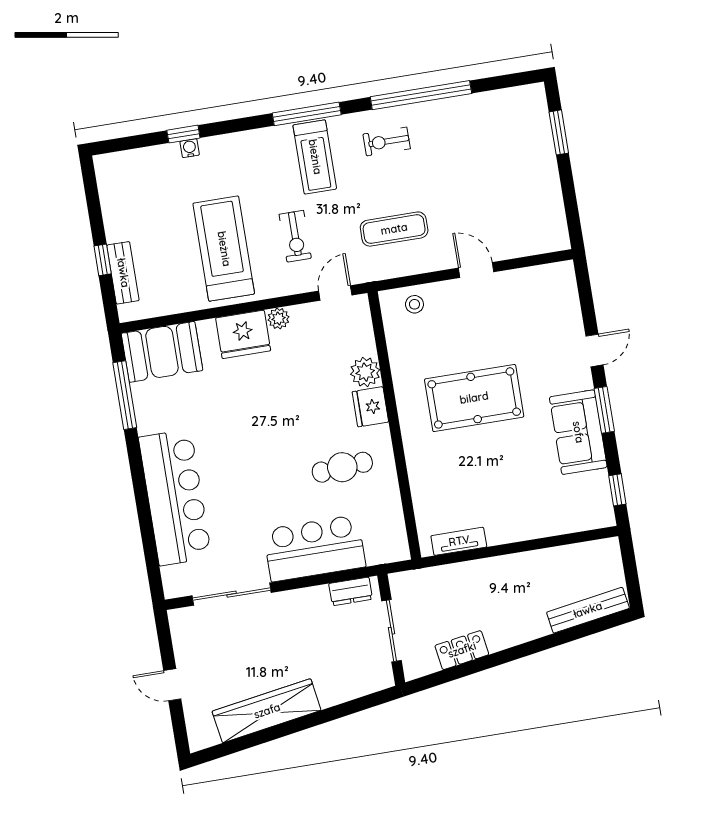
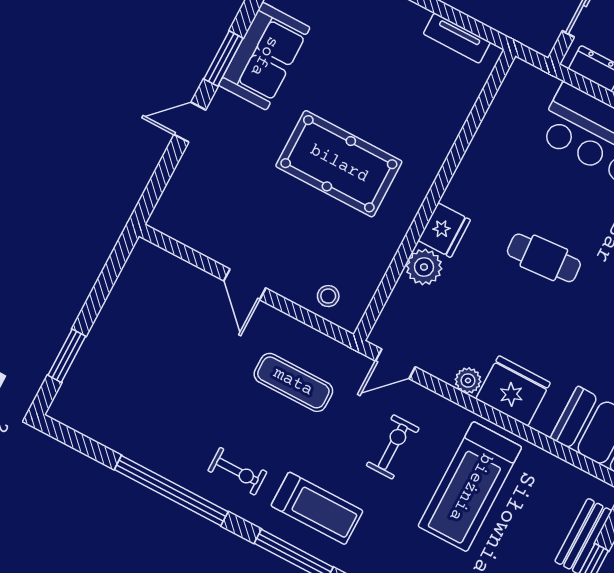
treadmill: (315, 157) -> (317, 508), turned 90
cafe table: (342, 467) -> (544, 258), moved

